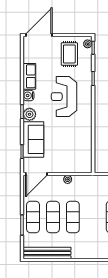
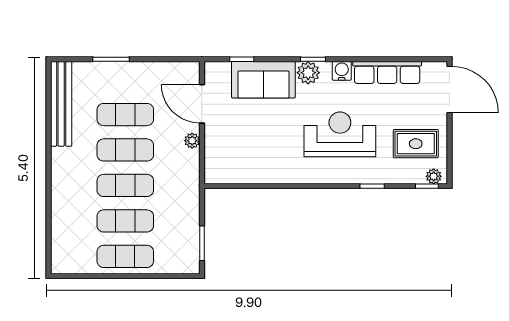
row of seats: (29, 76) -> (387, 72), width x1.48
door: (36, 174) -> (202, 104), moved
exercise mat: (33, 217) -> (125, 185), moved

